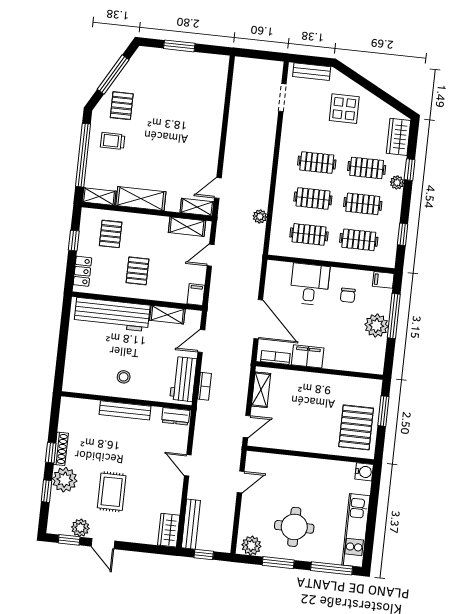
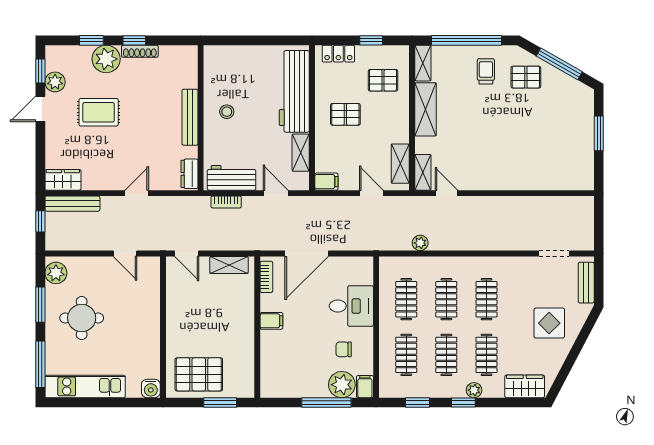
window: (410, 170) -> (463, 403), moved
plant: (376, 326) -> (342, 385), moved
filing cabinet: (308, 356) -> (271, 321), width x0.50

